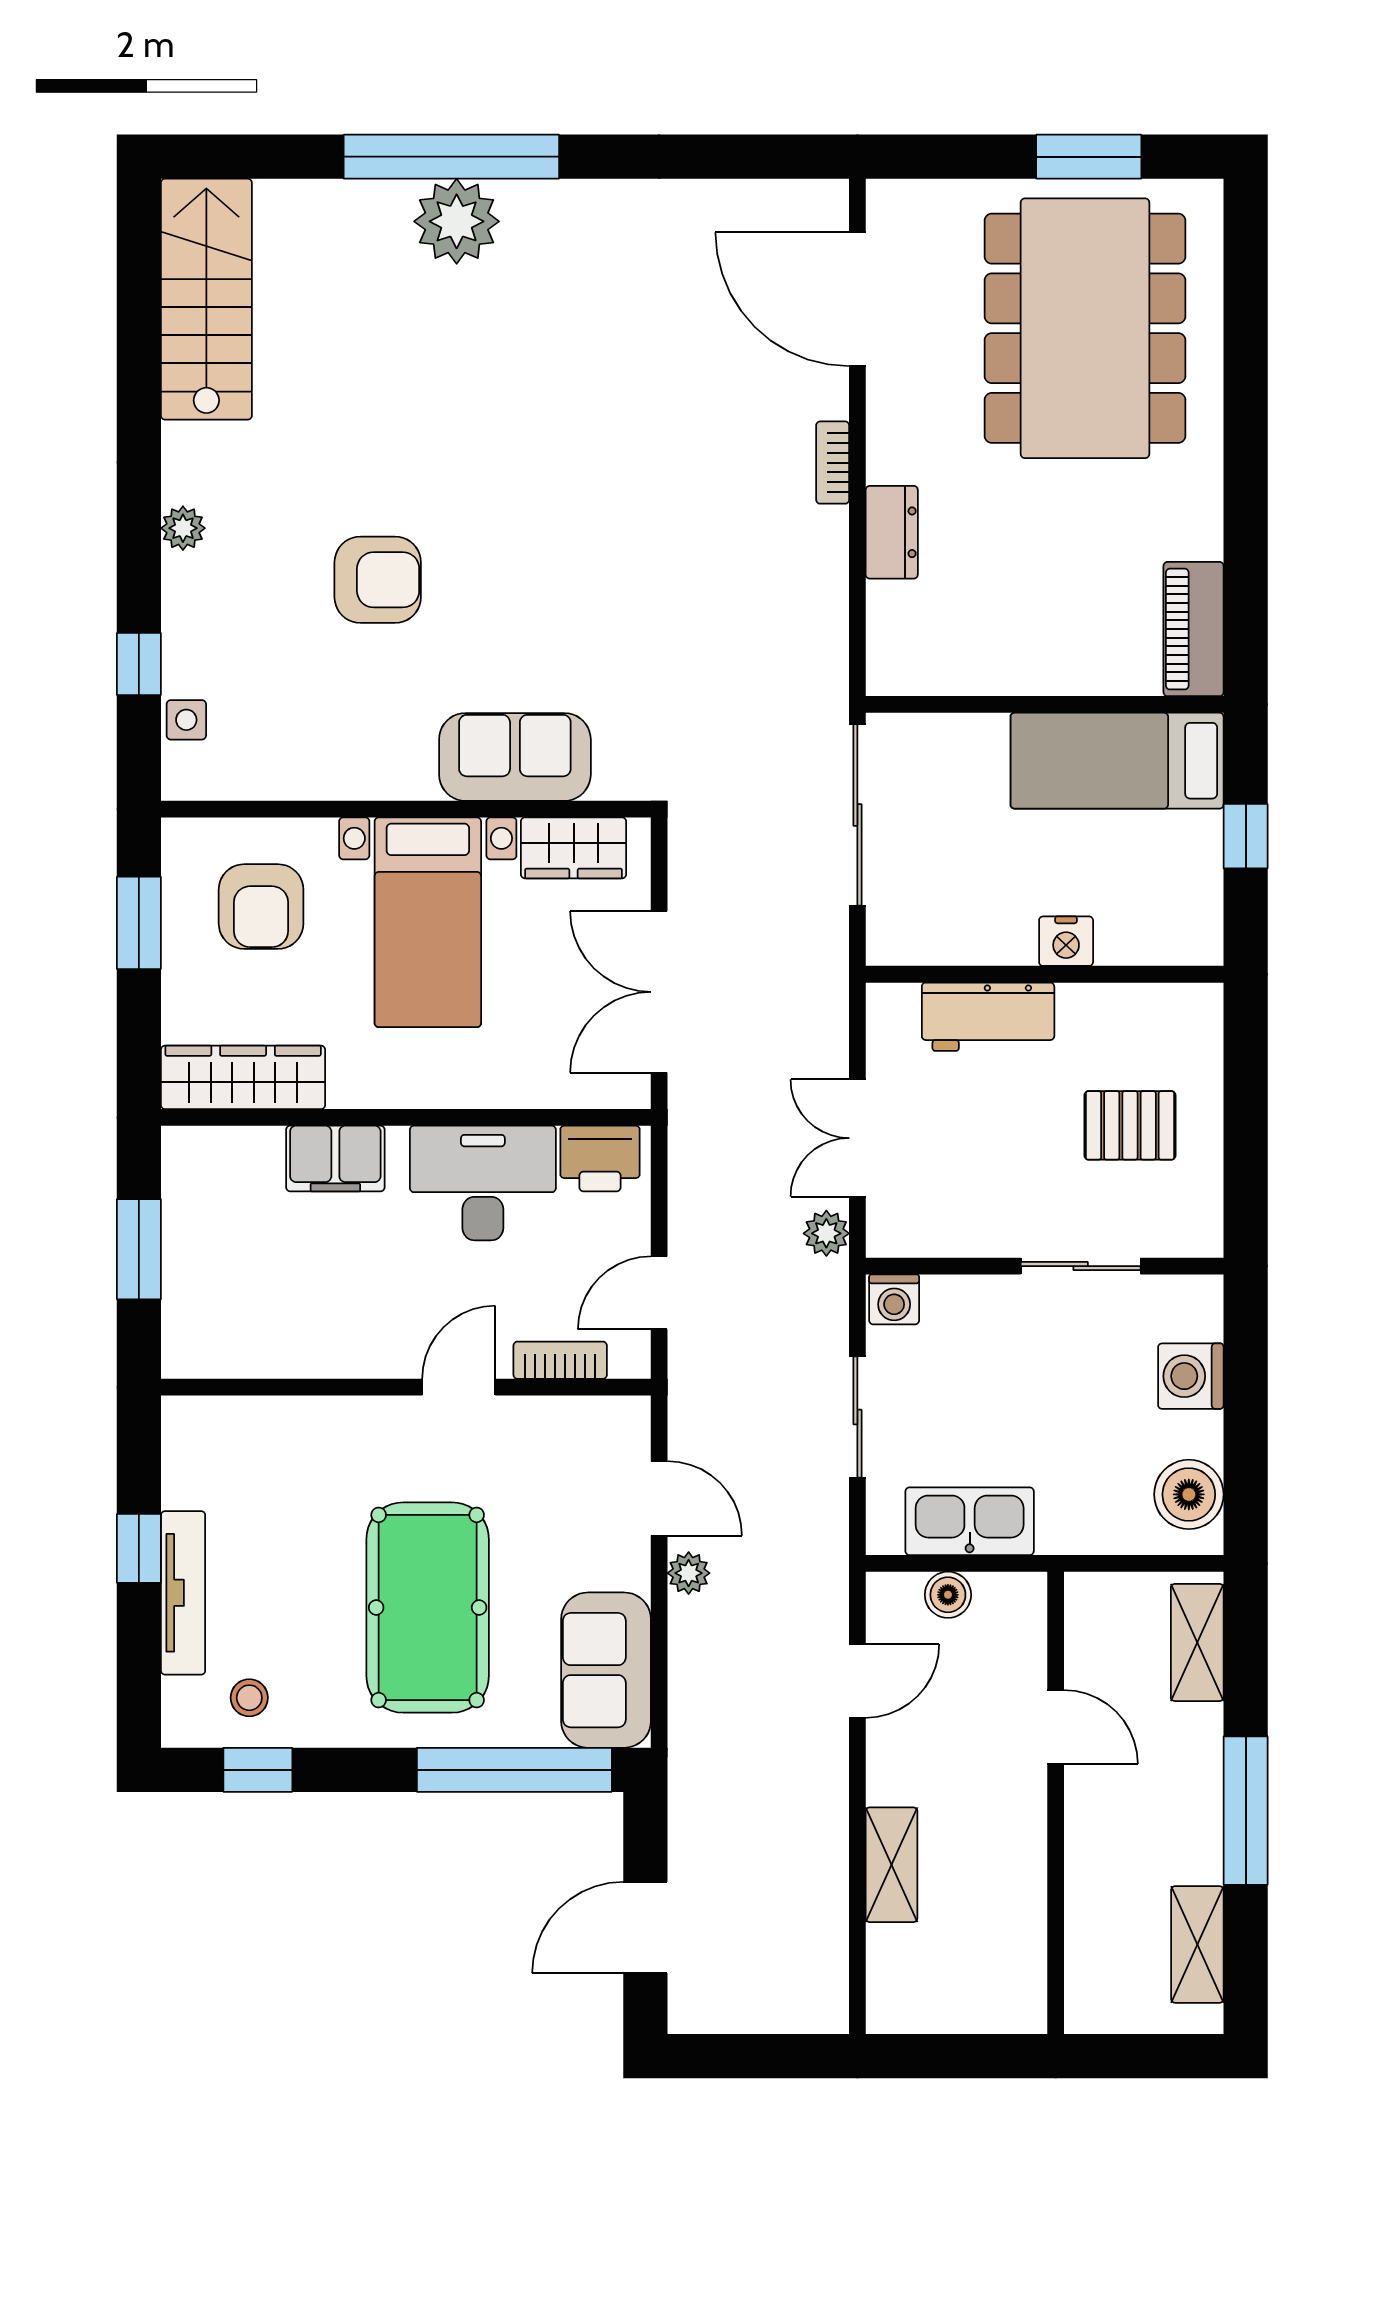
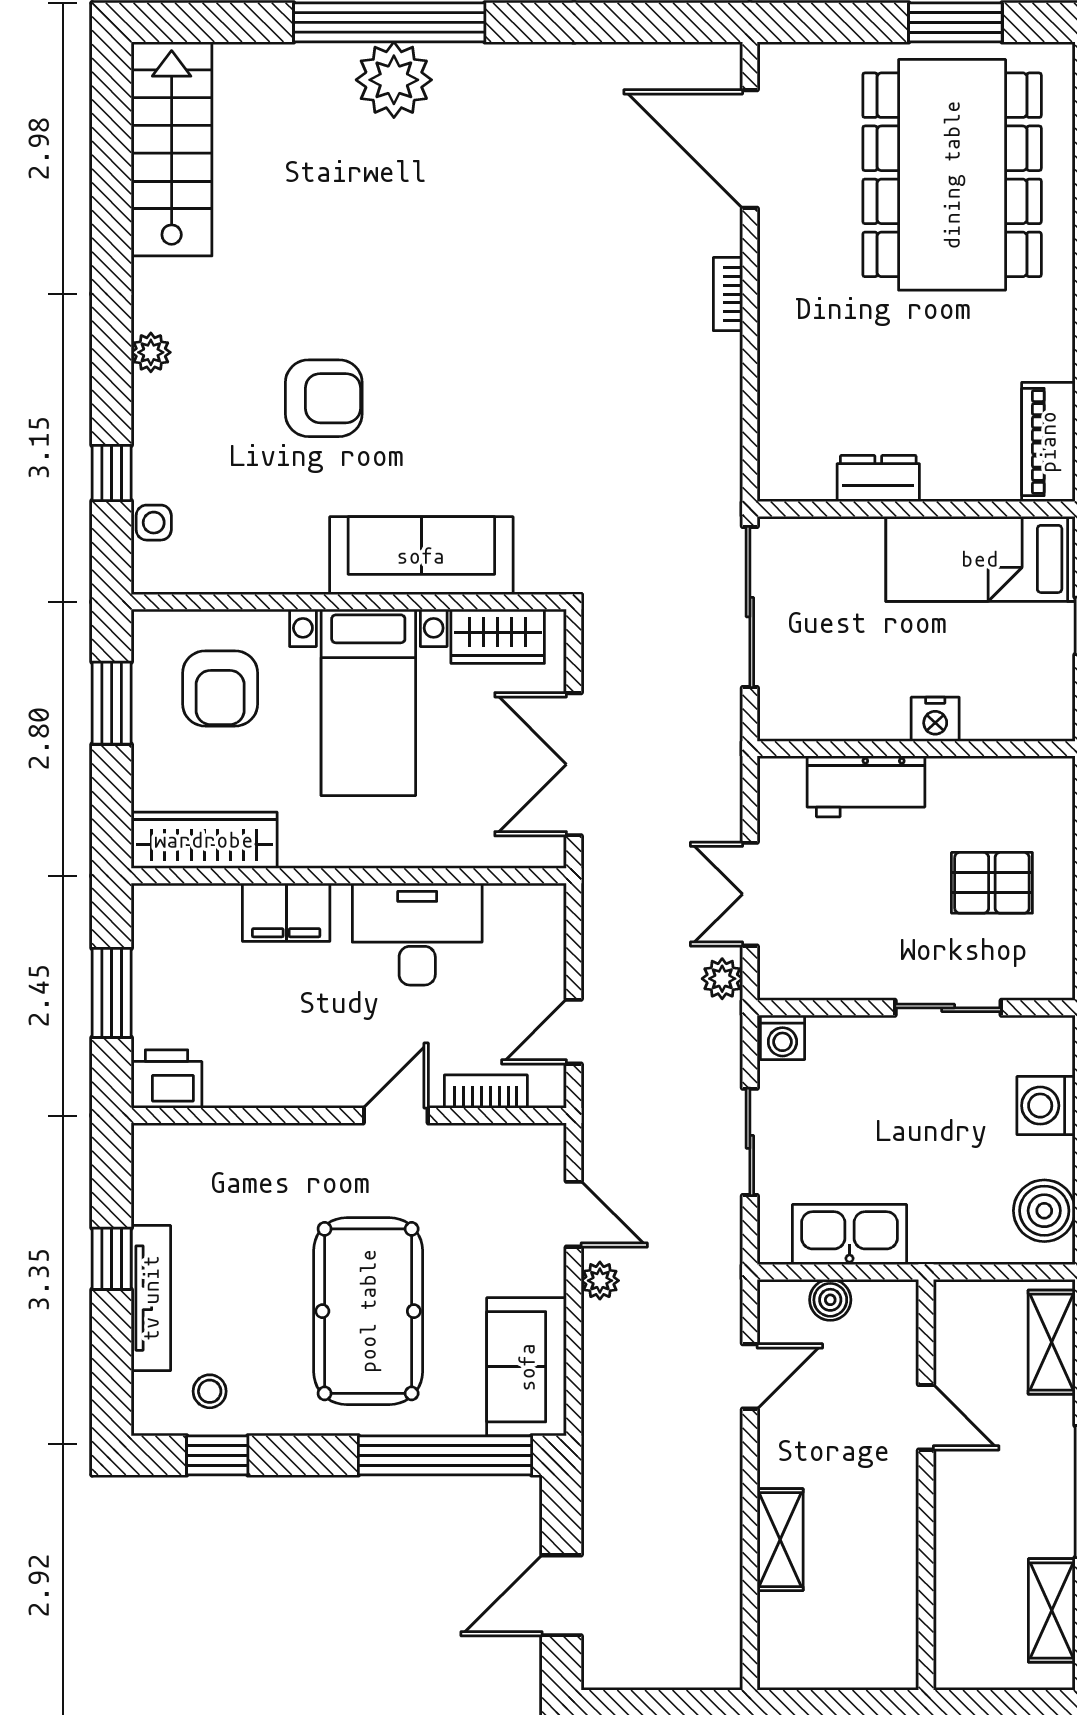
dresser: (892, 532) -> (878, 478), moved, turned -90
sofa: (515, 757) -> (421, 556), width x1.36
printer: (600, 1158) -> (166, 1079), moved, turned 180

